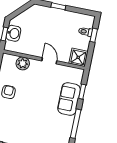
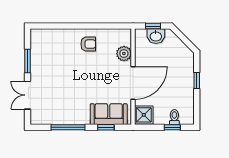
door: (49, 61) -> (133, 83), width x1.87
sofa: (69, 99) -> (109, 114), moved

